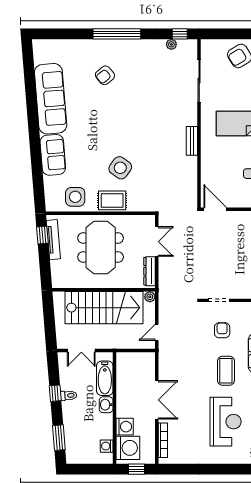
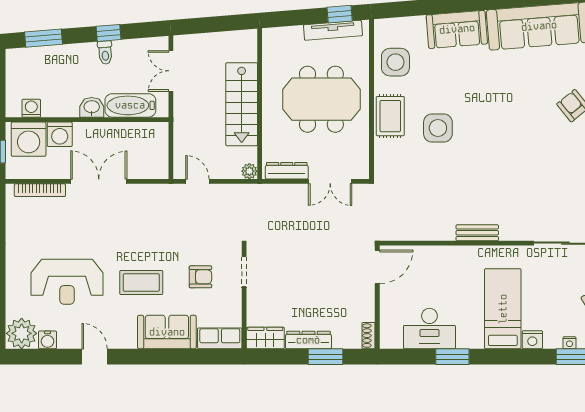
side table: (120, 168) -> (438, 128), turned -36
stairs: (104, 308) -> (242, 104), width x0.73, depth x0.66
double door: (157, 400) -> (99, 181), swing flipped

